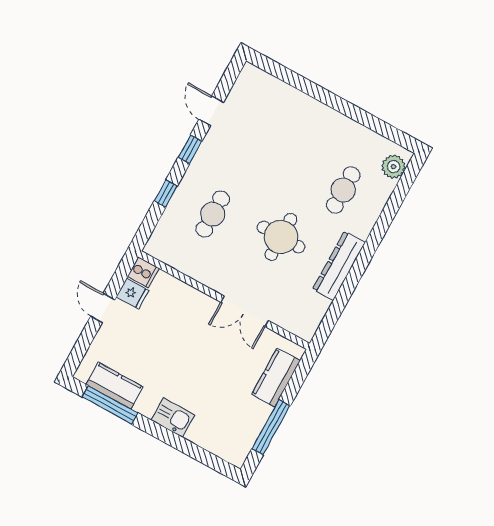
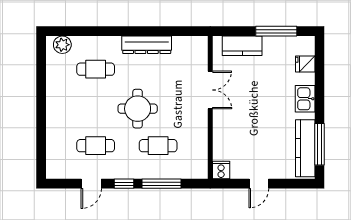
cafe table: (253, 140) -> (96, 146), added
window: (166, 193) -> (161, 184), width x2.17
round table: (281, 237) -> (138, 109), moved
fridge: (133, 294) -> (305, 64), moved, turned -90
kitchen counter: (115, 386) -> (305, 148), width x1.50

